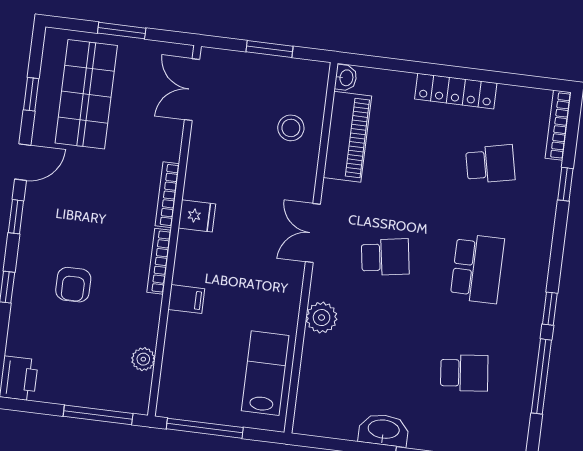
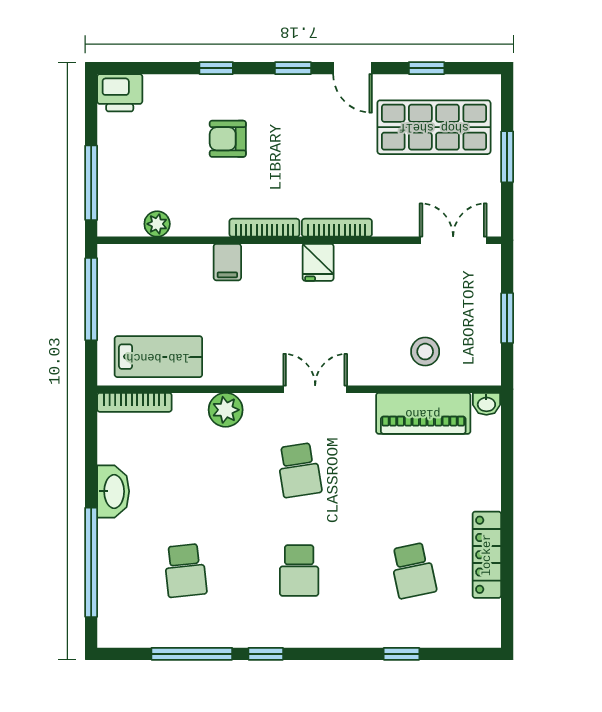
locker: (456, 91) -> (487, 555), moved
bookcase: (558, 125) -> (134, 402), moved, turned 180
school desk: (477, 268) -> (299, 570), width x0.54

